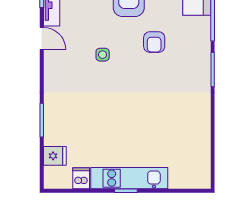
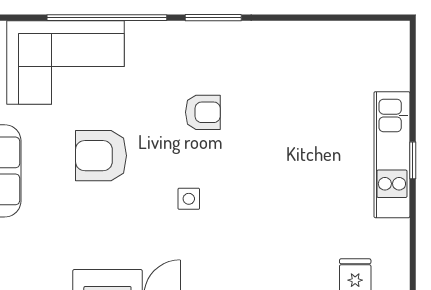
armchair: (154, 42) -> (203, 112), moved
dishwasher: (81, 178) -> (392, 234), removed

